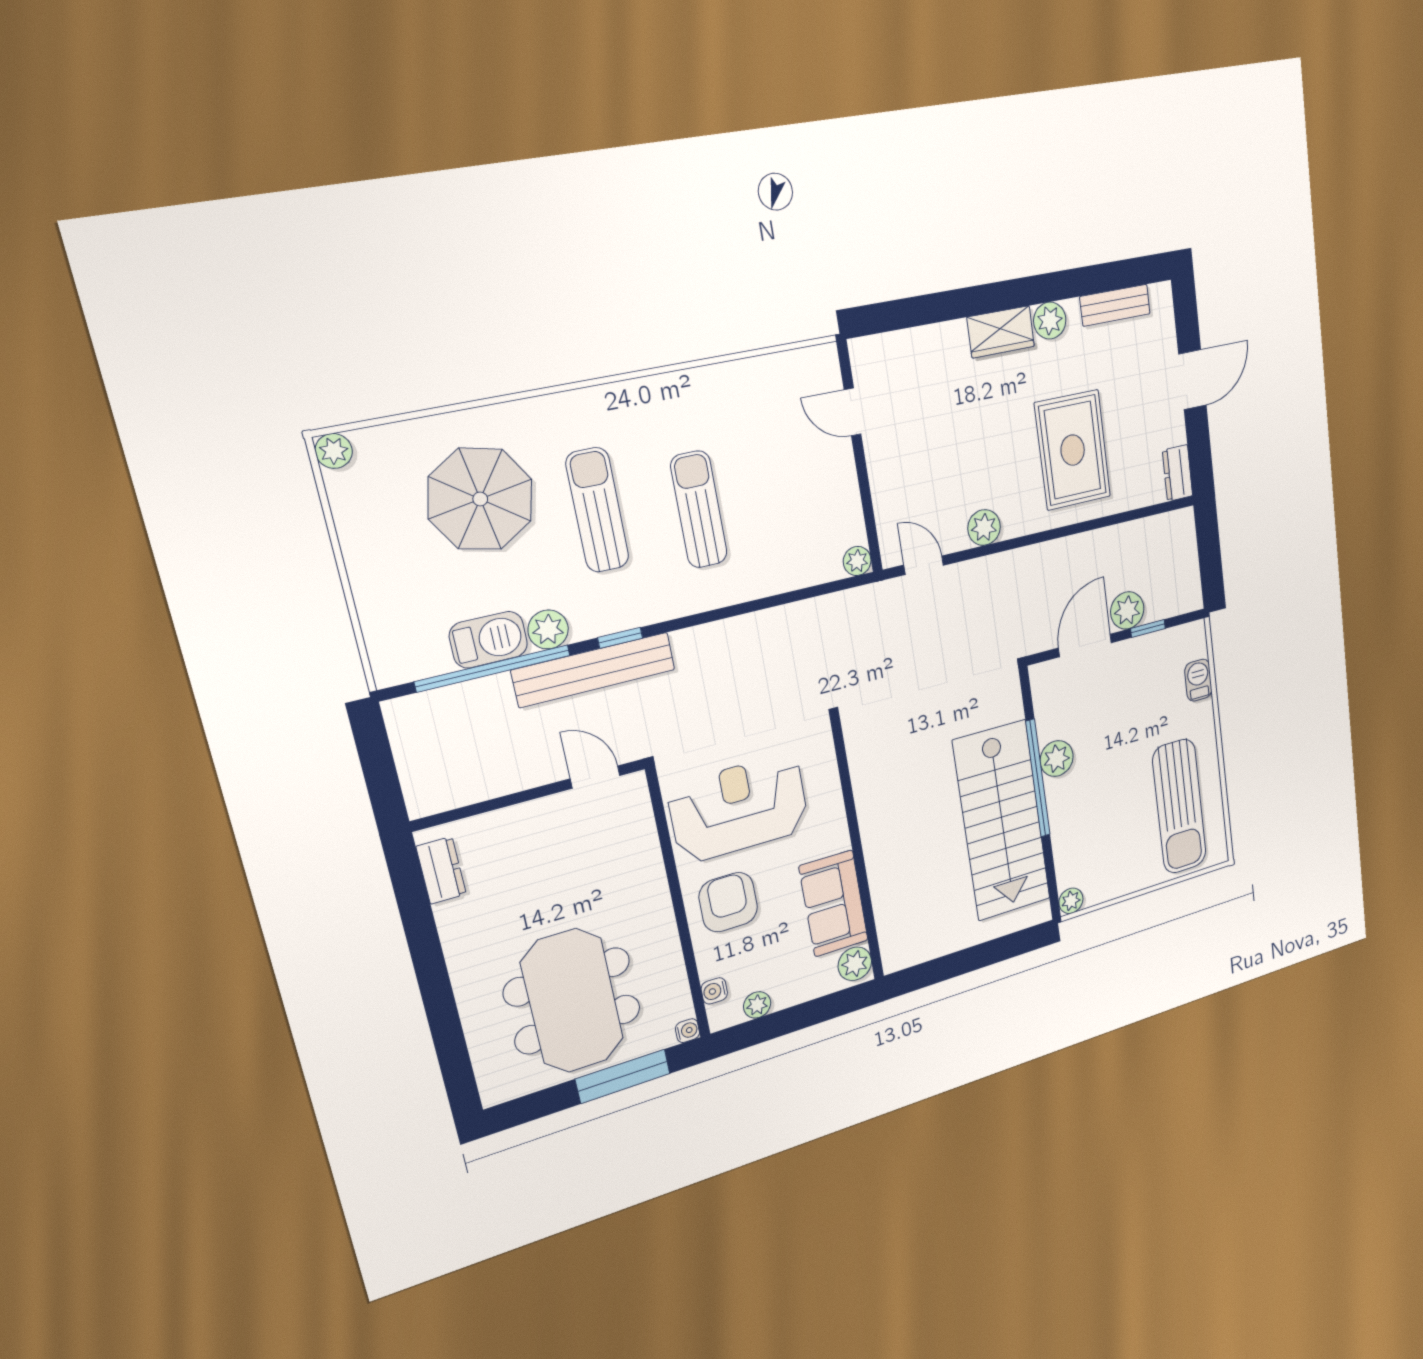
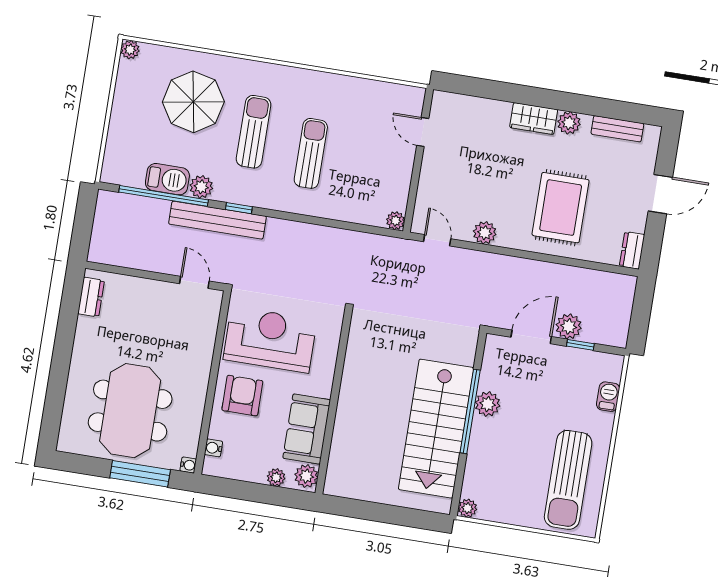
plant: (757, 1005) -> (276, 477), moved

